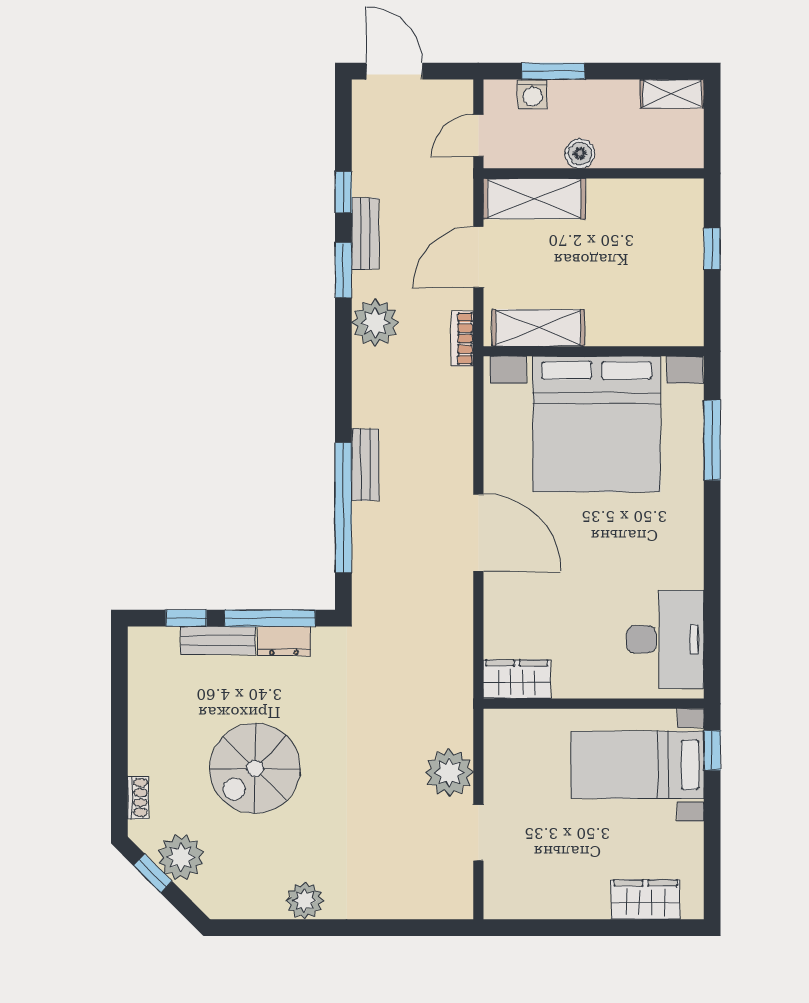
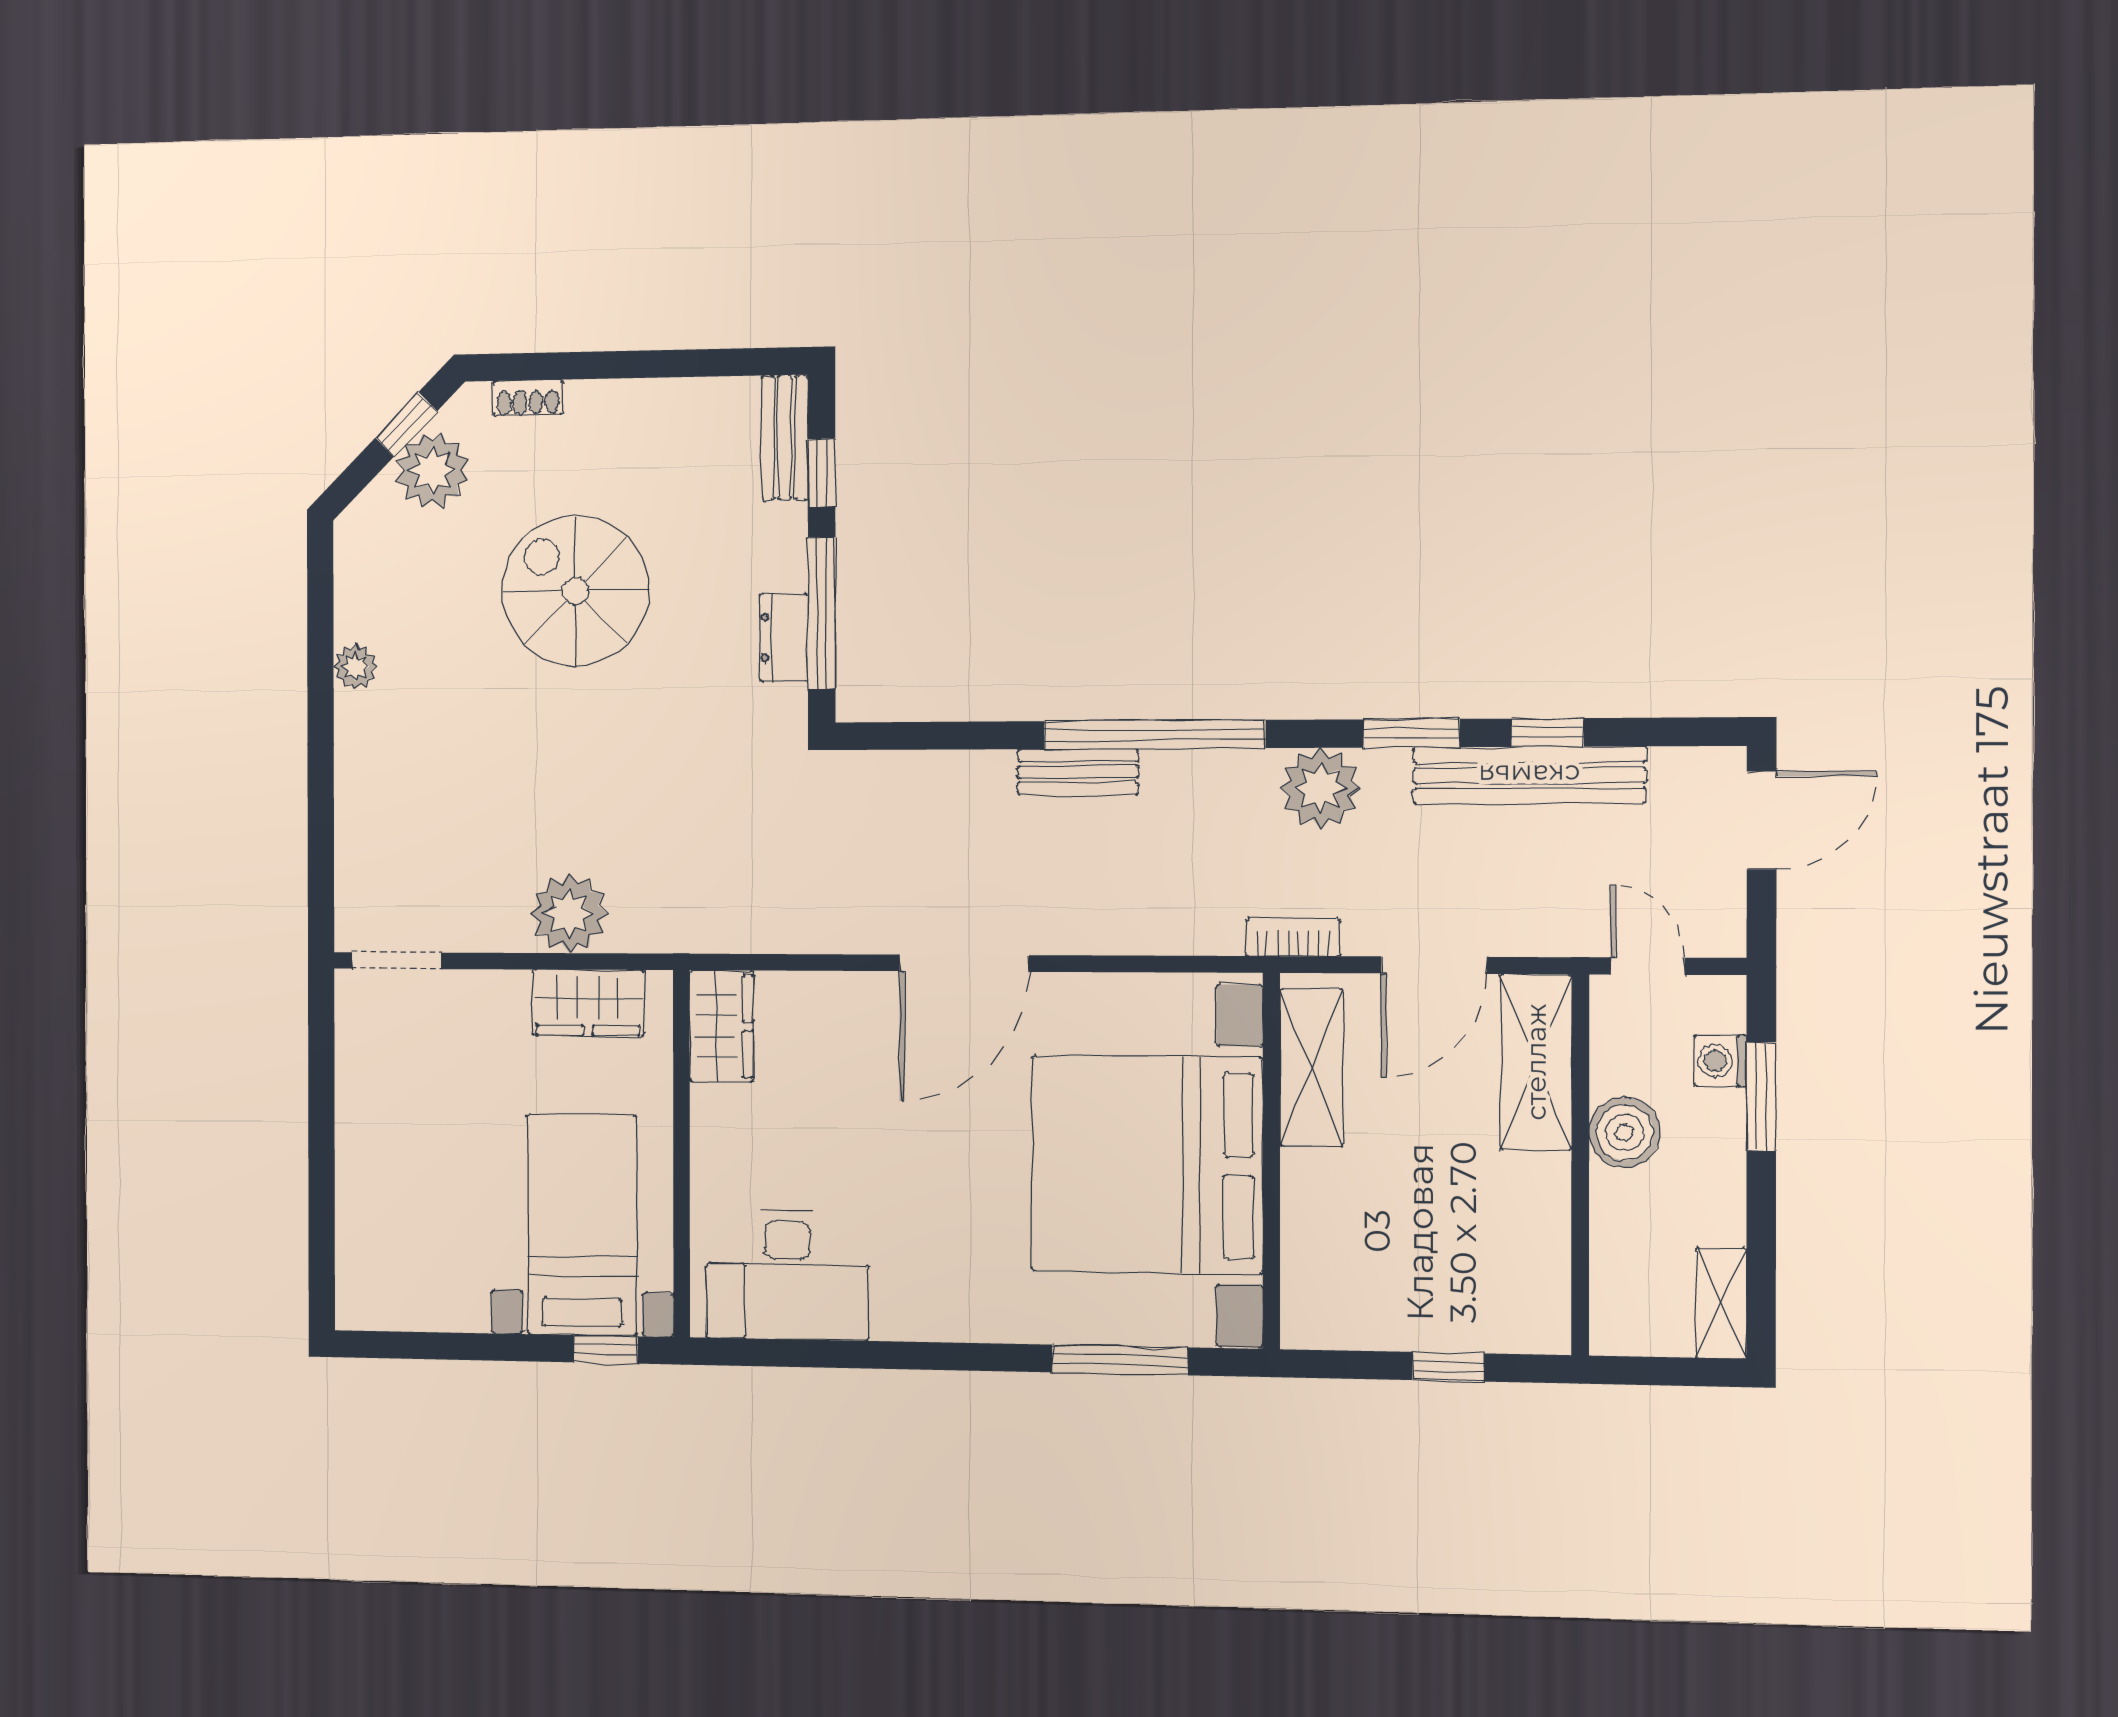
boiler: (580, 154) -> (1625, 1132), width x1.36, depth x1.36
bench: (365, 233) -> (1529, 775), width x1.86, depth x1.21
door: (478, 257) -> (1434, 965), swing flipped
window: (343, 508) -> (1154, 735), moved
bench: (218, 640) -> (784, 438), moved
doorway: (478, 833) -> (396, 961), moved
wardrobe: (646, 900) -> (588, 1003), moved, turned 90
plant: (305, 901) -> (355, 667), width x0.73, depth x0.73

